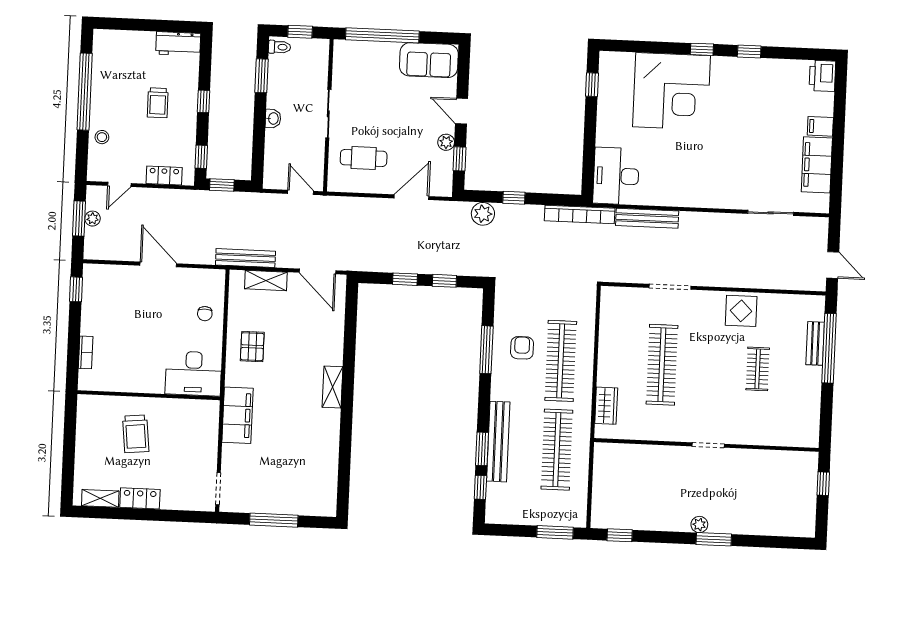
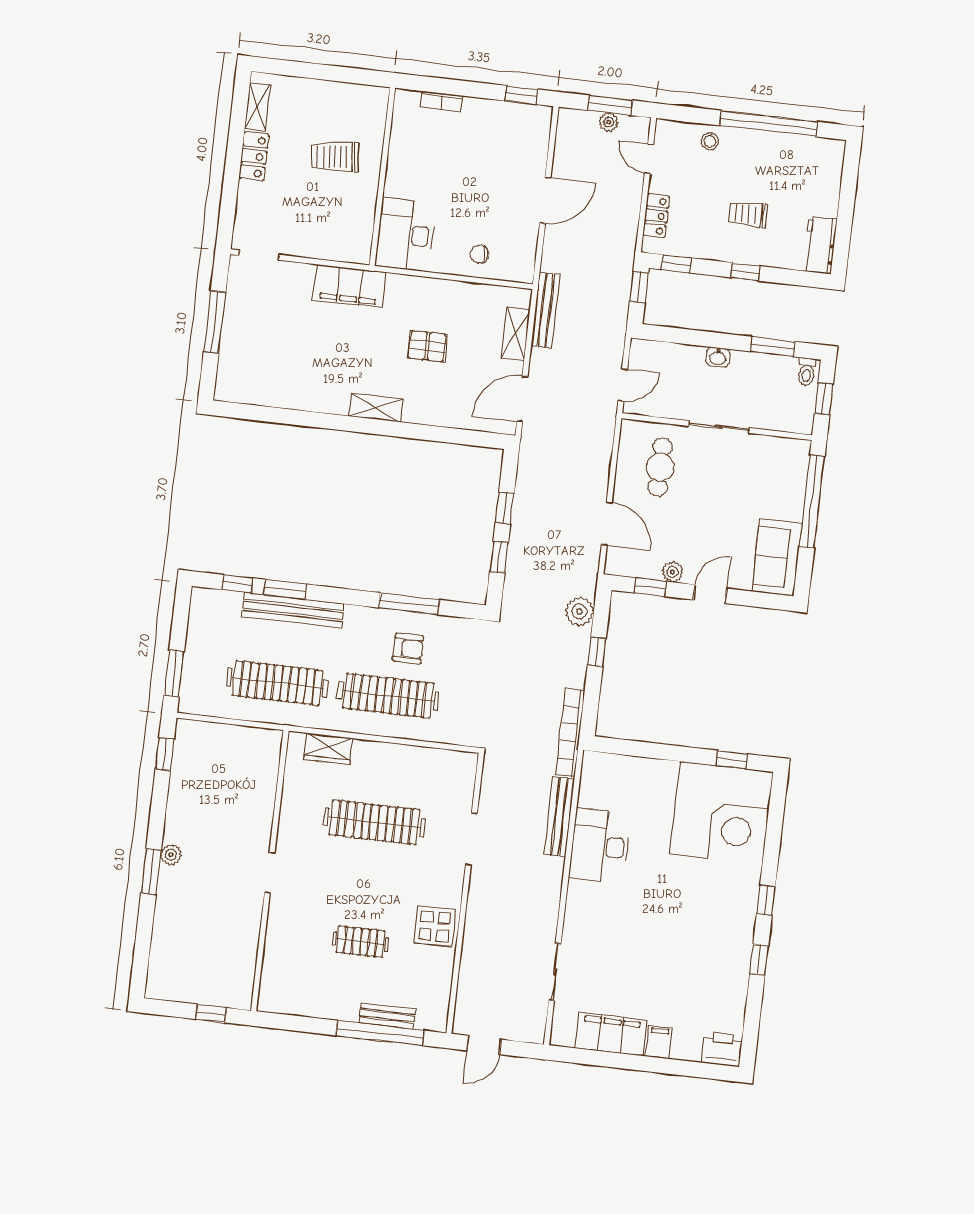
corner desk: (671, 91) -> (721, 813), moved, turned -90
desk: (616, 176) -> (600, 846), moved, turned -90
pallet: (252, 347) -> (427, 346), moved

